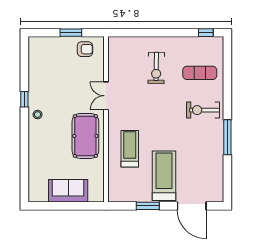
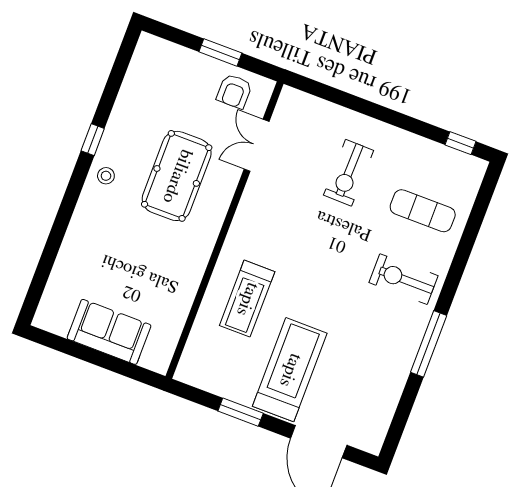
armchair: (85, 49) -> (234, 91), turned 90
double door: (106, 96) -> (257, 145), moved
pool table: (85, 136) -> (177, 176), moved
treadmill: (130, 149) -> (247, 299), turned 180

